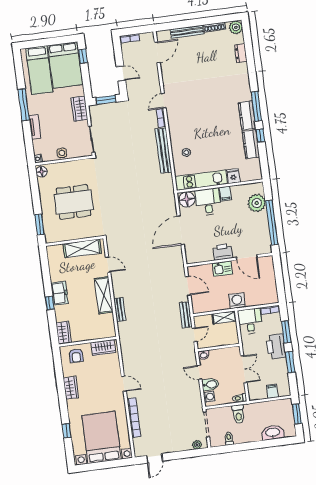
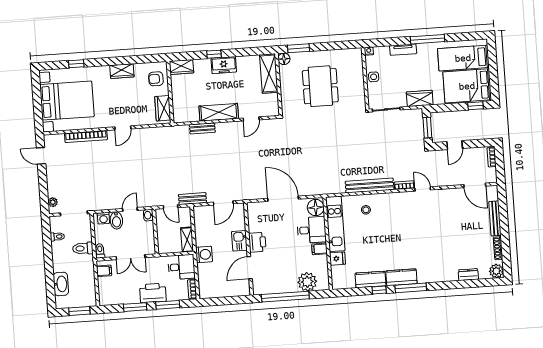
floor lamp: (41, 172) -> (284, 59), moved
shelving: (82, 248) -> (269, 74), moved
filing cabinet: (272, 391) -> (104, 271), moved

